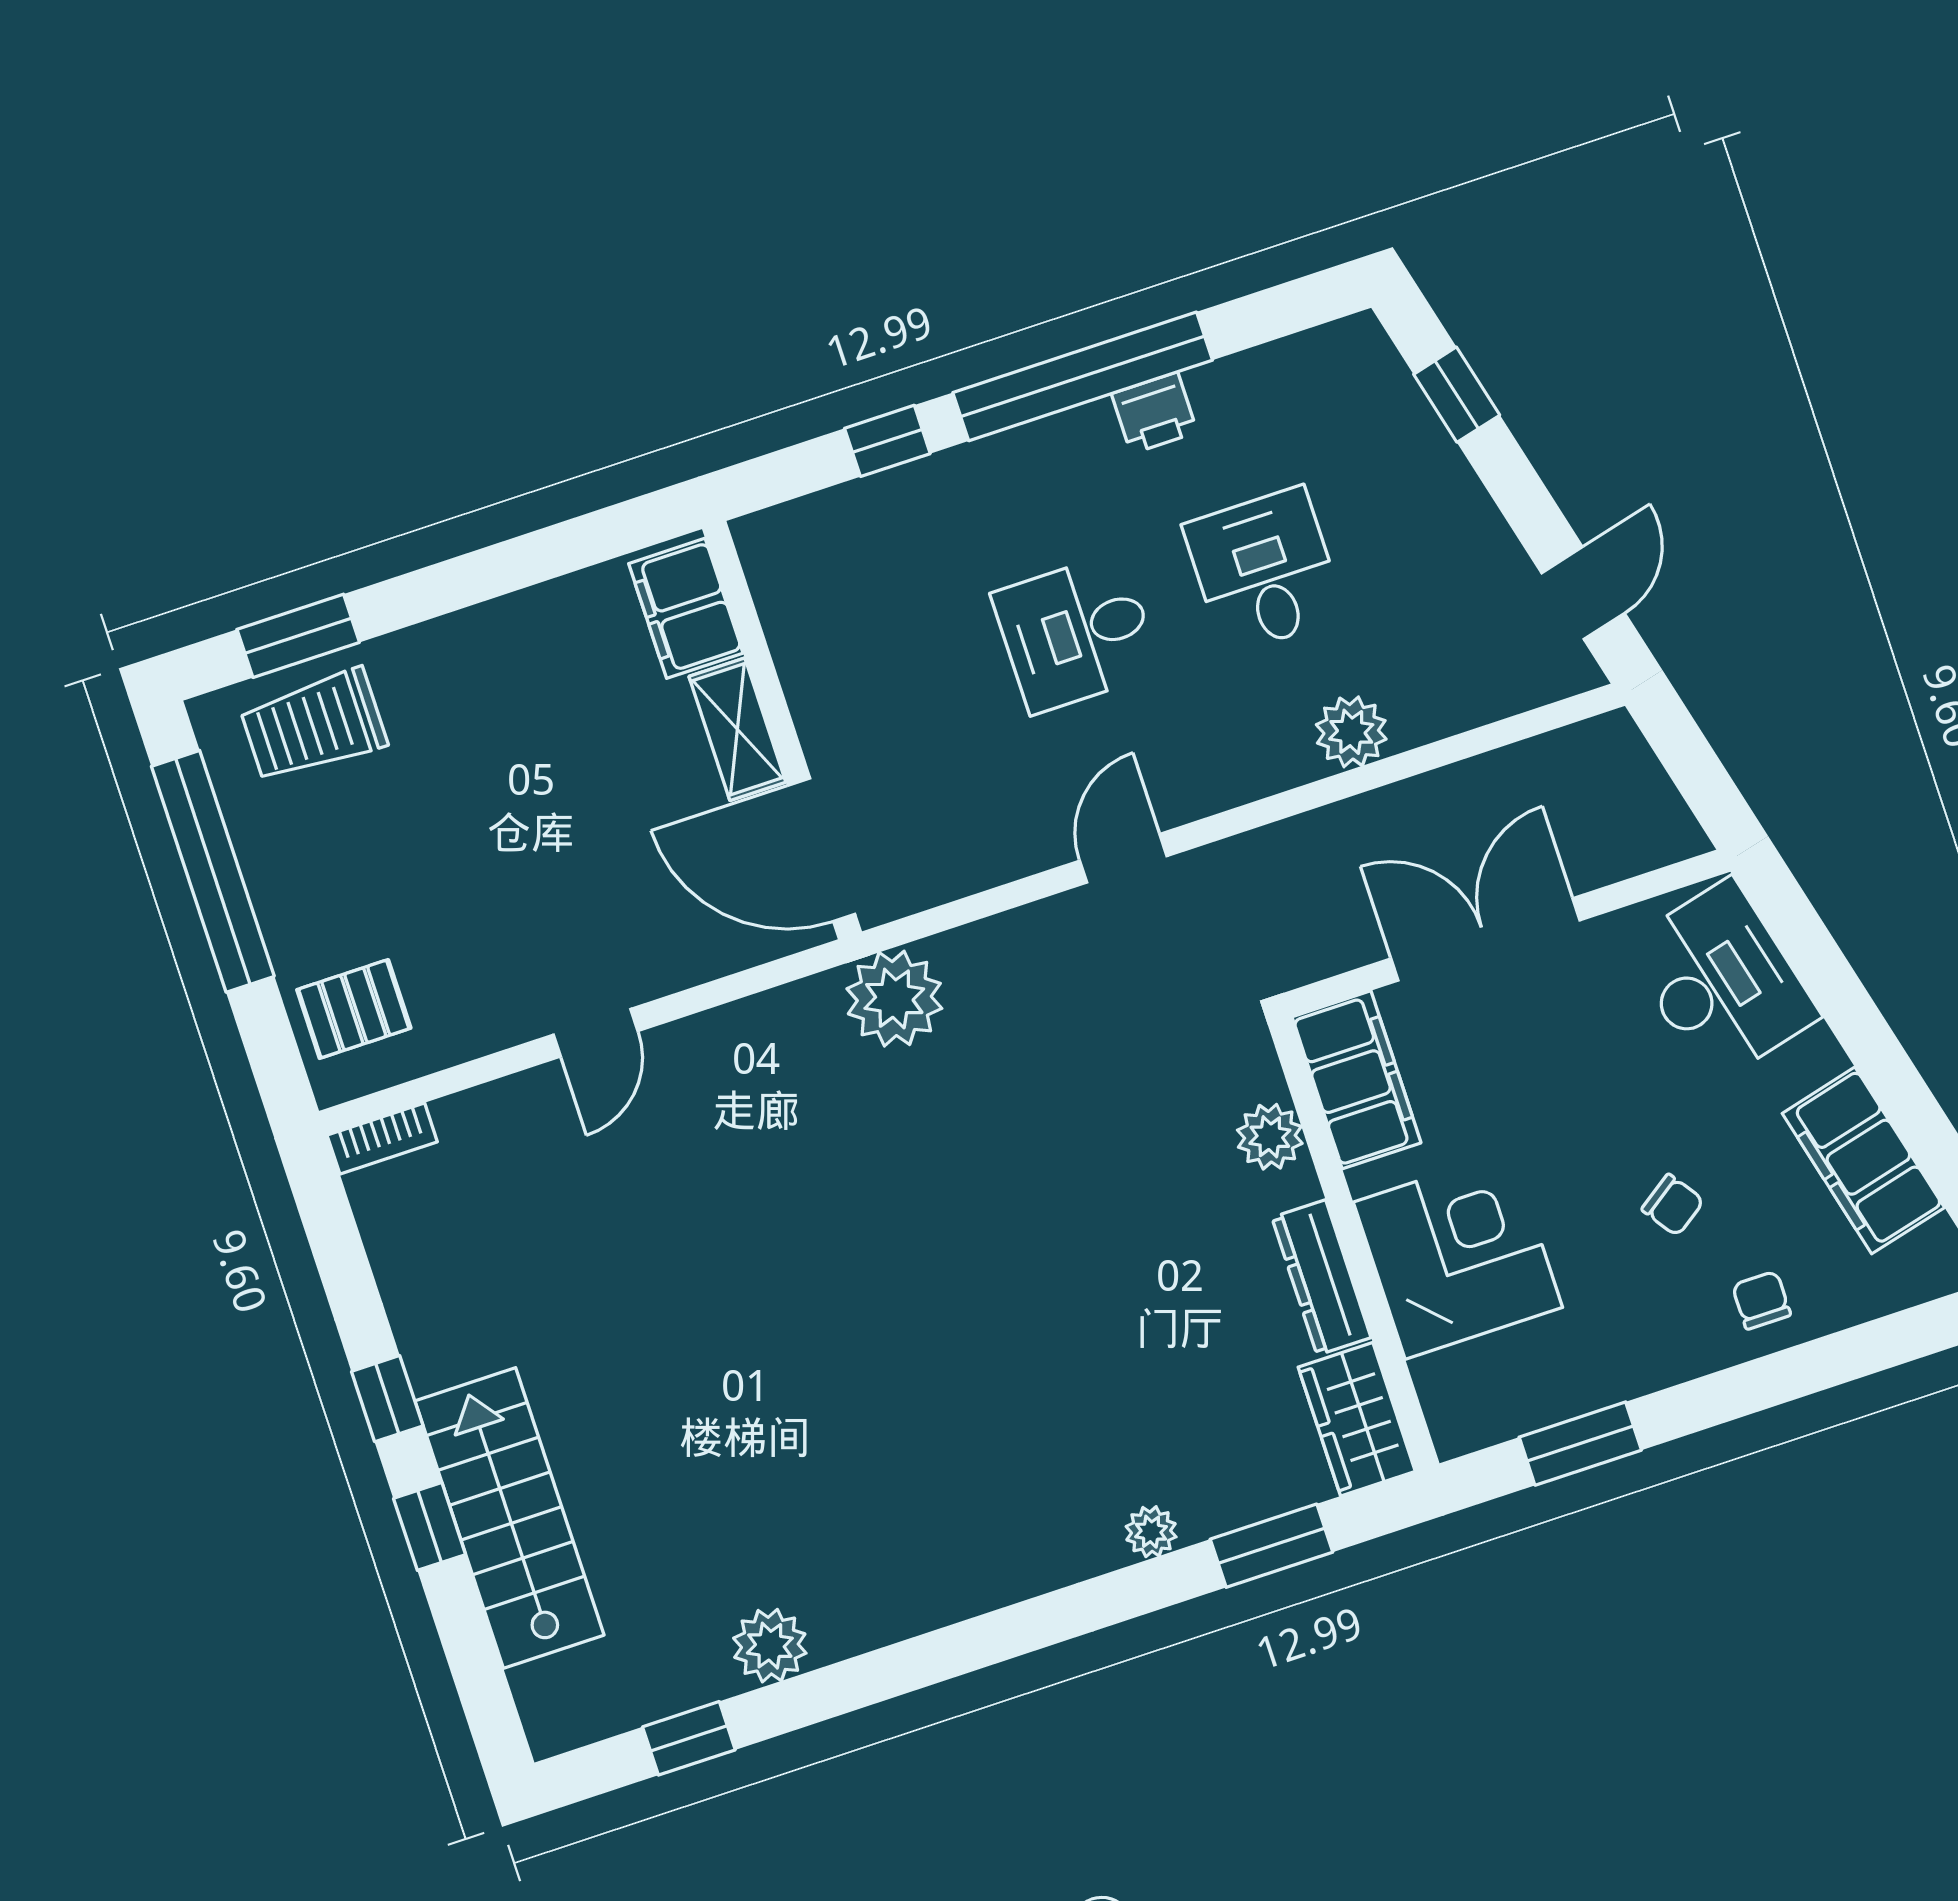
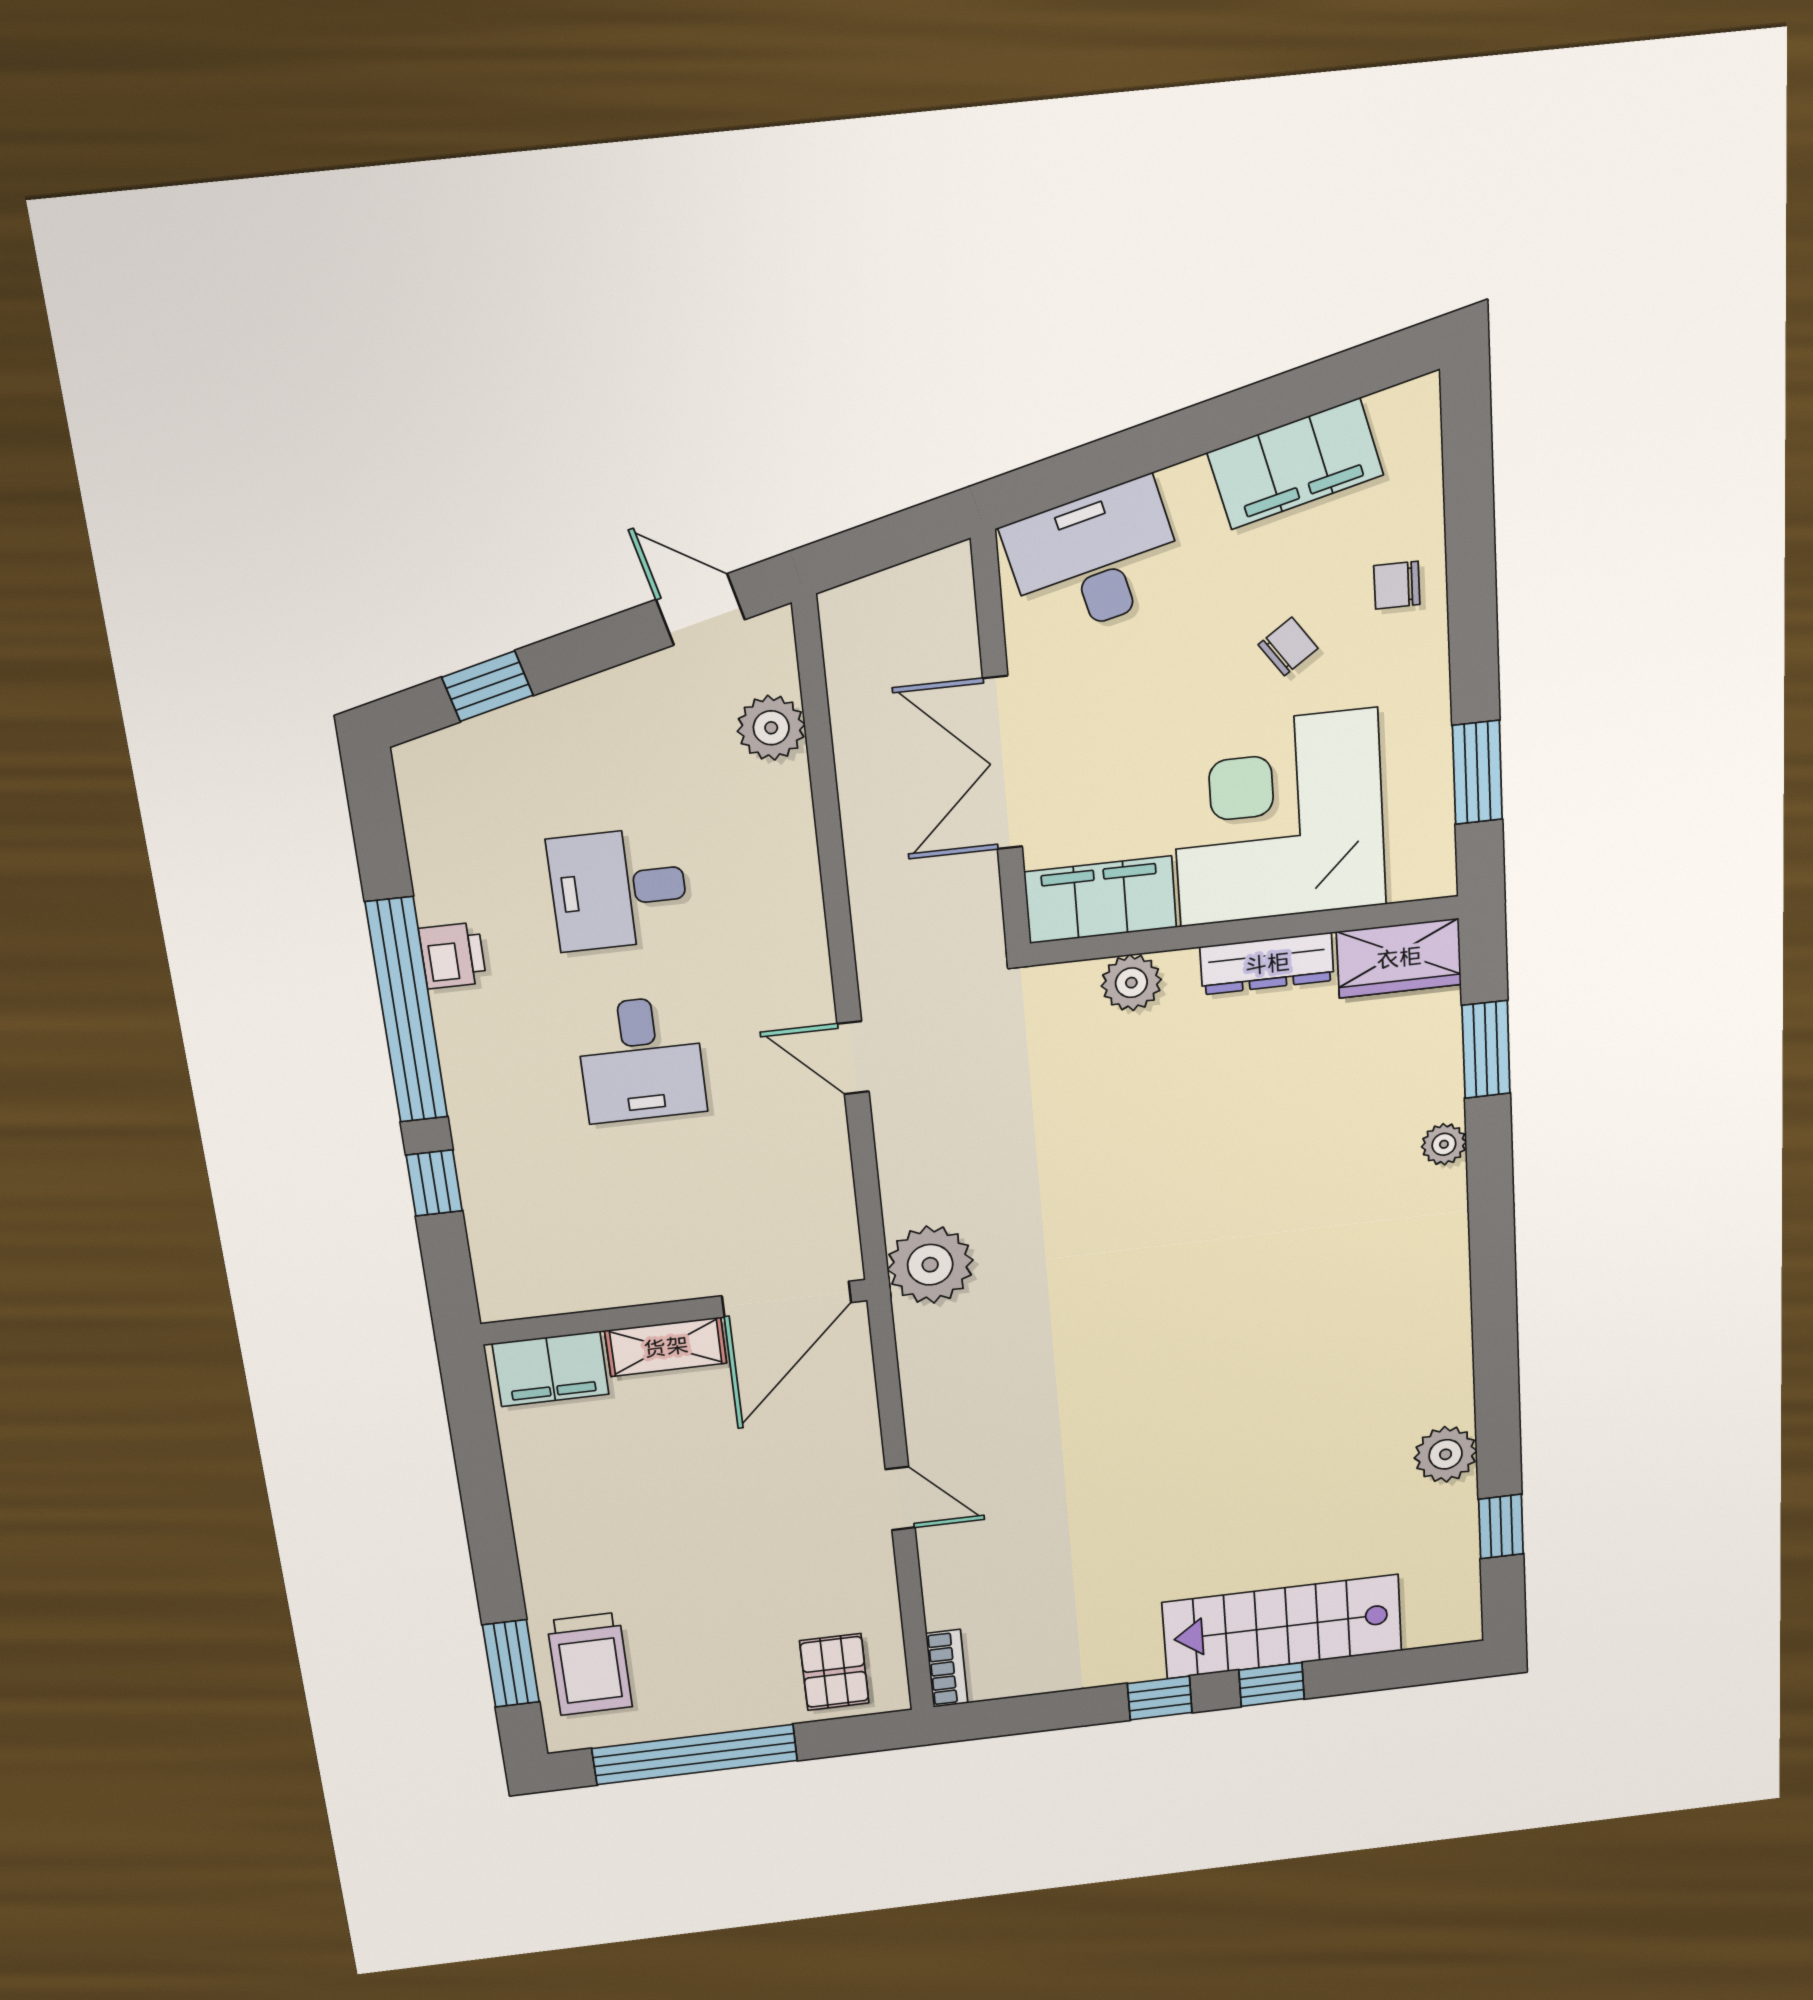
plant: (1351, 732) -> (771, 728), moved
corner desk: (1458, 1255) -> (1278, 818), width x1.36, depth x1.36

